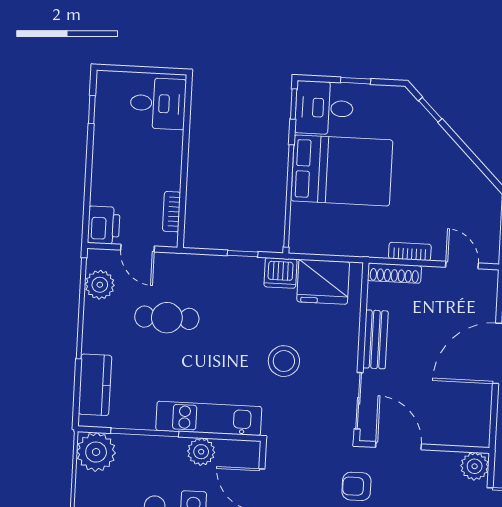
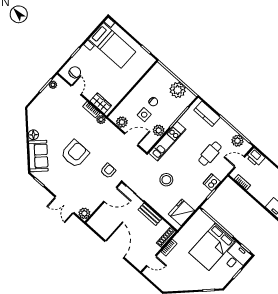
dishwasher: (280, 273) -> (212, 183), moved
plant: (96, 452) -> (178, 90), moved

